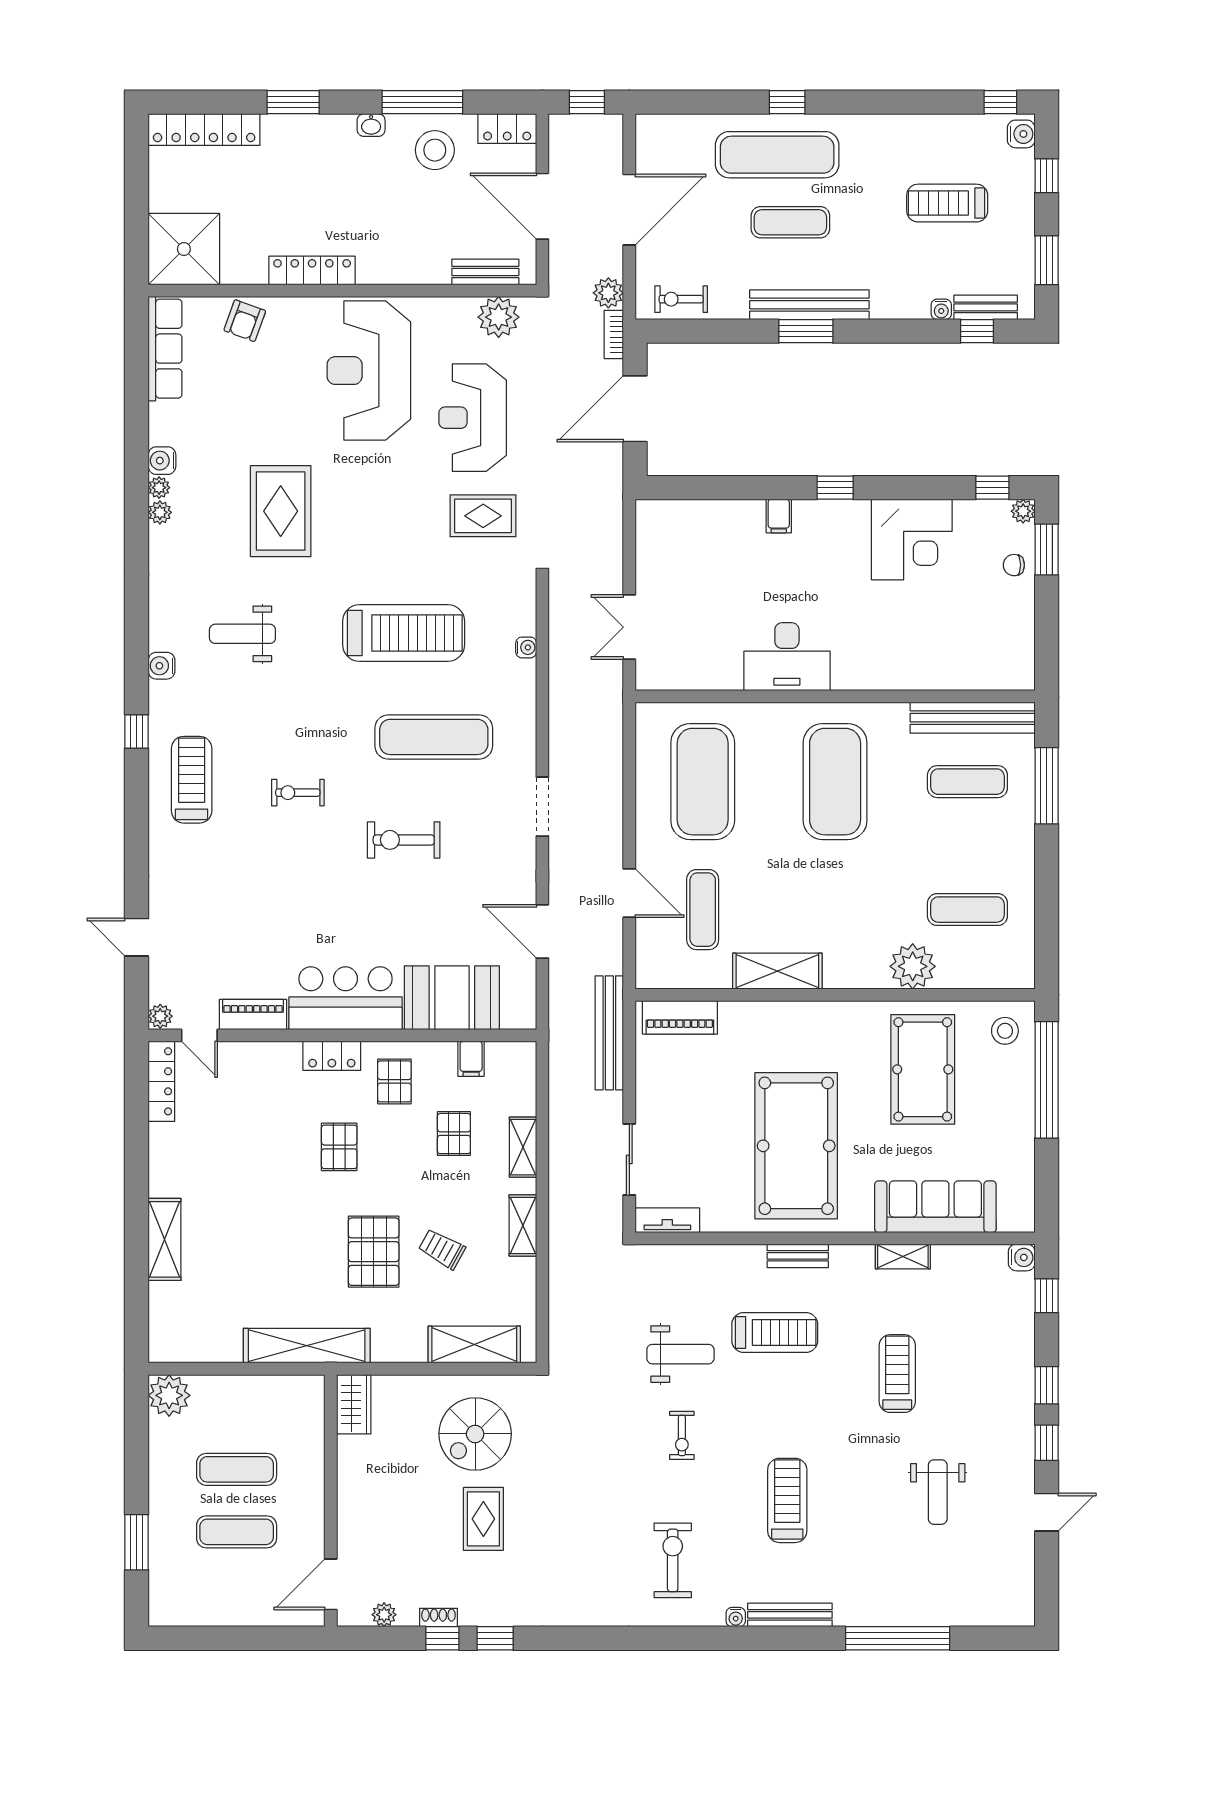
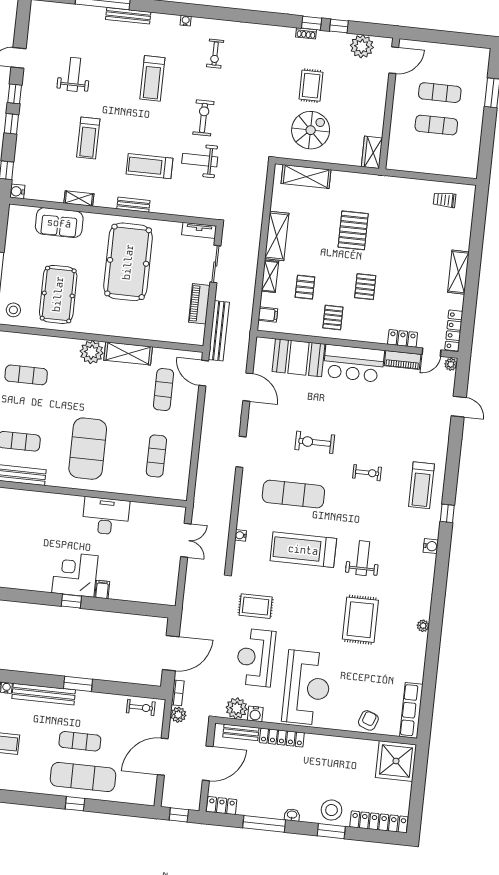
stool: (435, 150) -> (332, 810), moved
door: (542, 206) -> (208, 763), hinge flipped
locker: (312, 270) -> (282, 738), moved
bench: (809, 305) -> (44, 694), moved
reception desk: (473, 418) -> (256, 658), turned 180
water cooler: (162, 461) -> (255, 714), moved, turned 90
plant: (159, 488) -> (422, 639), removed
corner desk: (912, 540) -> (75, 574), moved
weight bench: (242, 634) -> (363, 558), moved, turned -90
exercise mat: (703, 782) -> (156, 456), width x0.50, depth x0.69
exercise bike: (404, 840) -> (315, 442), turned 180
door: (629, 893) -> (204, 373), moved
plant: (913, 966) -> (92, 352), moved
piano: (680, 1017) -> (199, 304), moved, turned -90
door: (199, 1035) -> (432, 352), swing flipped
locker: (332, 1056) -> (403, 338), moved
filing cabinet: (471, 1059) -> (268, 315), moved, turned 90
sofa: (935, 1207) -> (59, 223), width x0.73
shelving: (523, 1225) -> (277, 236), width x1.50, depth x1.33
shelving: (165, 1239) -> (458, 272), moved
trolley: (442, 1249) -> (445, 200), moved, turned 151
shelving: (307, 1346) -> (393, 185), removed
plant: (169, 1395) -> (467, 167), removed
exercise bike: (682, 1435) -> (203, 118), width x1.38, depth x1.39
exercise bike: (673, 1560) -> (215, 54), width x0.73, depth x0.72
plant: (384, 1615) -> (362, 46), width x1.88, depth x1.88
bench: (790, 1615) -> (128, 16), moved
shoe rack: (438, 1617) -> (306, 33), moved

